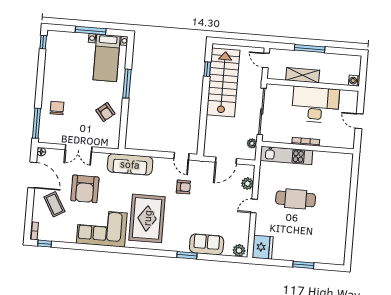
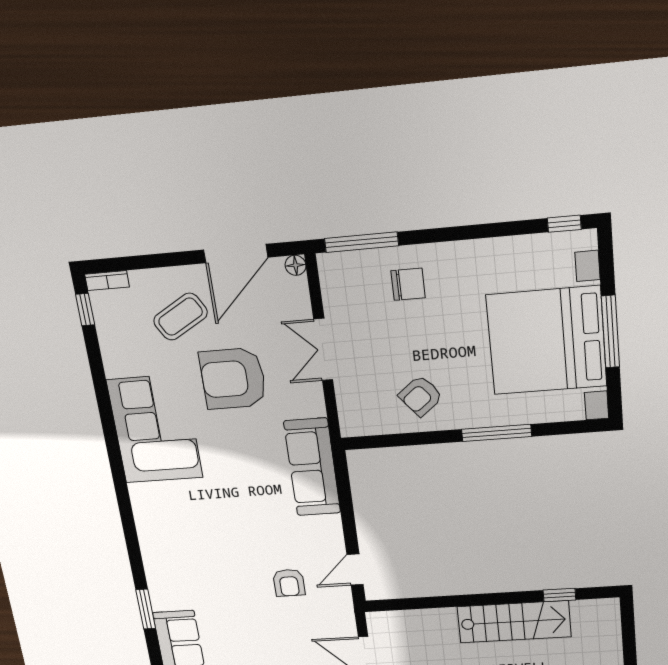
bed with nightstands: (107, 58) -> (547, 341), width x1.85
stairs: (223, 83) -> (514, 622), width x0.73, depth x0.66
rug: (147, 218) -> (202, 520), removed

